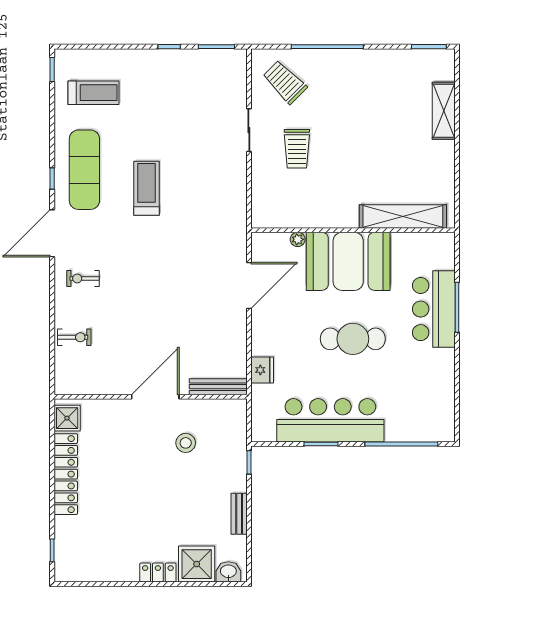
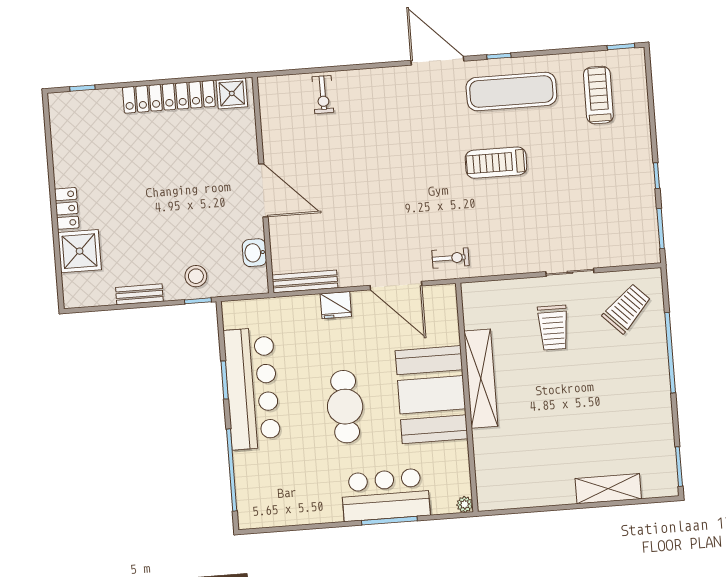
treadmill: (93, 93) -> (598, 95), turned 180
trolley: (297, 149) -> (553, 328), turned -90
treadmill: (147, 188) -> (496, 163), turned 180
shelving: (403, 216) -> (481, 379), moved
plant: (298, 239) -> (465, 504), moved
exercise bike: (83, 278) -> (451, 258), moved, turned 90
fridge: (262, 370) -> (336, 305), moved
bench: (218, 387) -> (305, 281), moved, turned 90
stool: (186, 443) -> (196, 276), moved
washbasin: (228, 572) -> (254, 253), moved, turned 180

